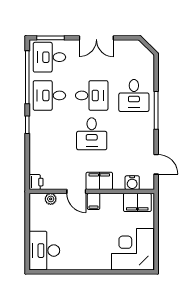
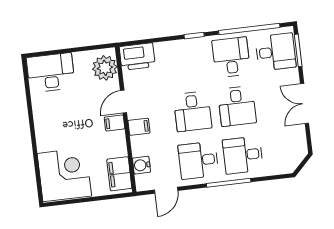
desk: (49, 57) -> (276, 52), turned 90
desk: (92, 134) -> (193, 111), turned -90
desk: (134, 134) -> (198, 160), added
filing cabinet: (99, 181) -> (139, 127), width x0.50
printer: (36, 182) -> (137, 57), width x1.87, depth x1.48
plant: (51, 199) -> (105, 68), width x1.88, depth x1.88

